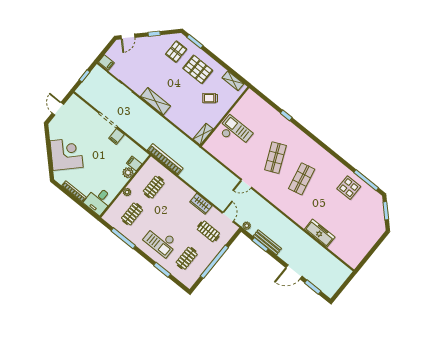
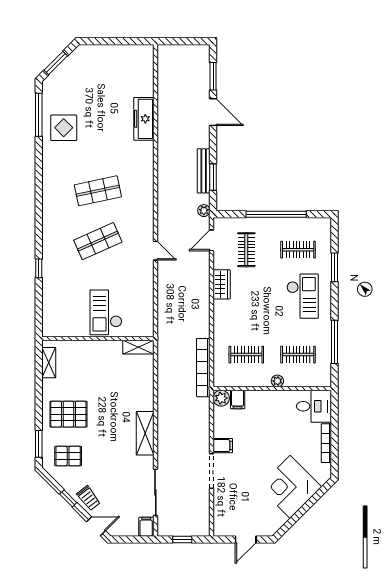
pallet: (198, 69) -> (68, 414), turned 90
trolley: (210, 98) -> (89, 498), moved
plant: (128, 173) -> (221, 398), moved

